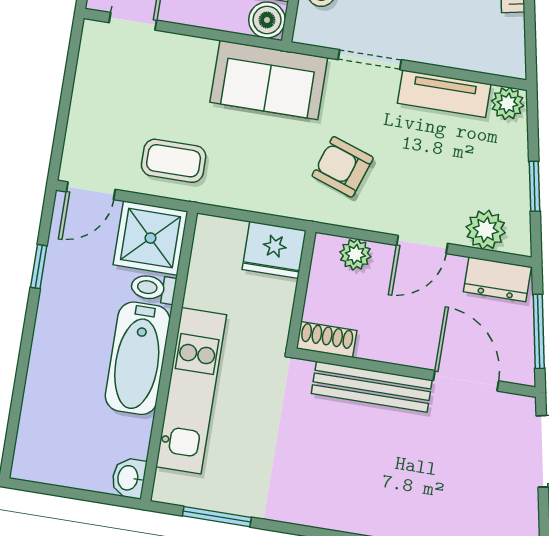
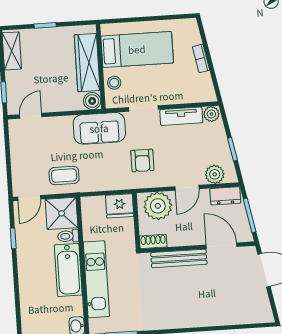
armchair: (343, 167) -> (142, 160), turned -109
plant: (355, 254) -> (158, 206), width x1.87, depth x1.87

